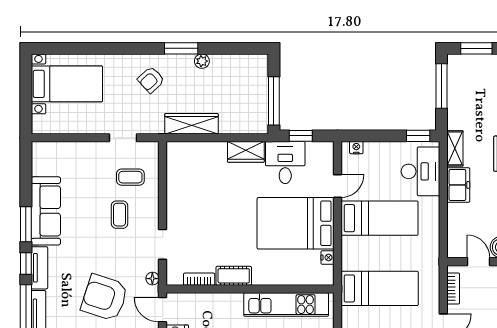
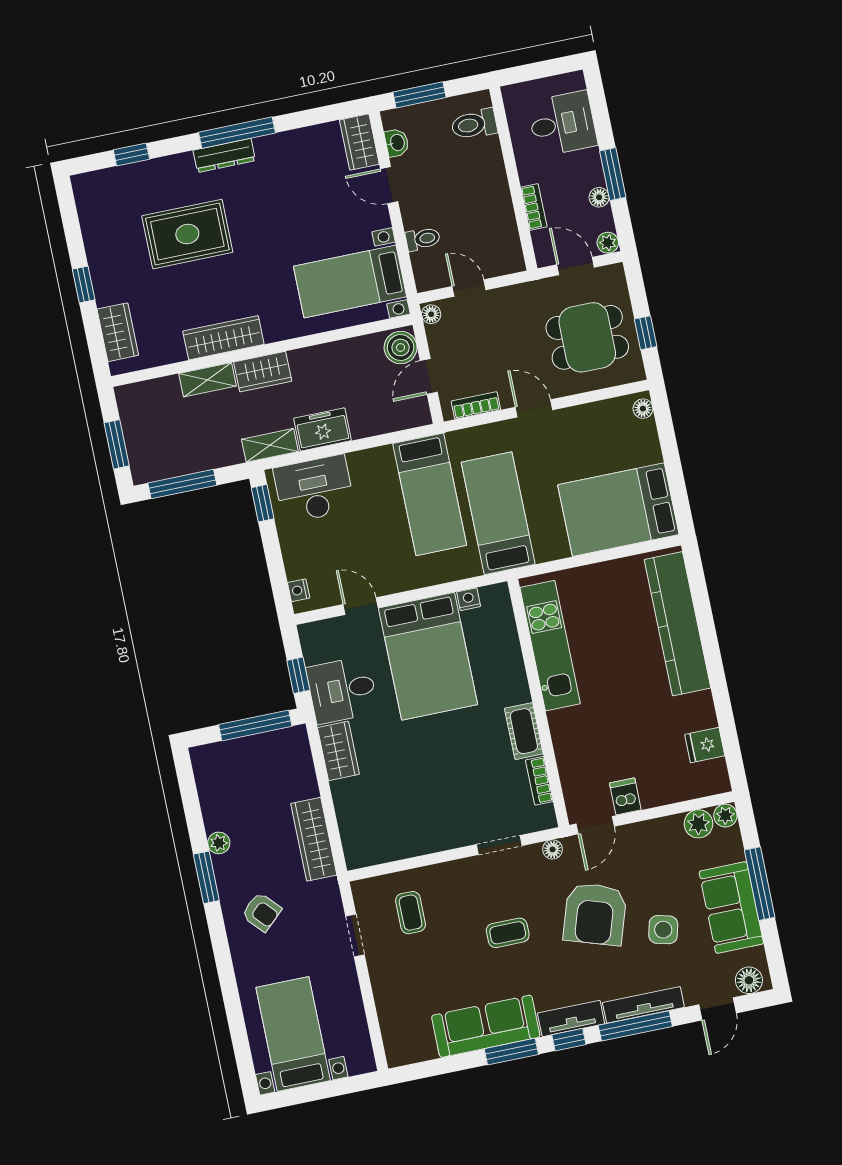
coffee table: (119, 215) -> (508, 933), moved
bed: (380, 218) -> (430, 494), moved, turned 180

